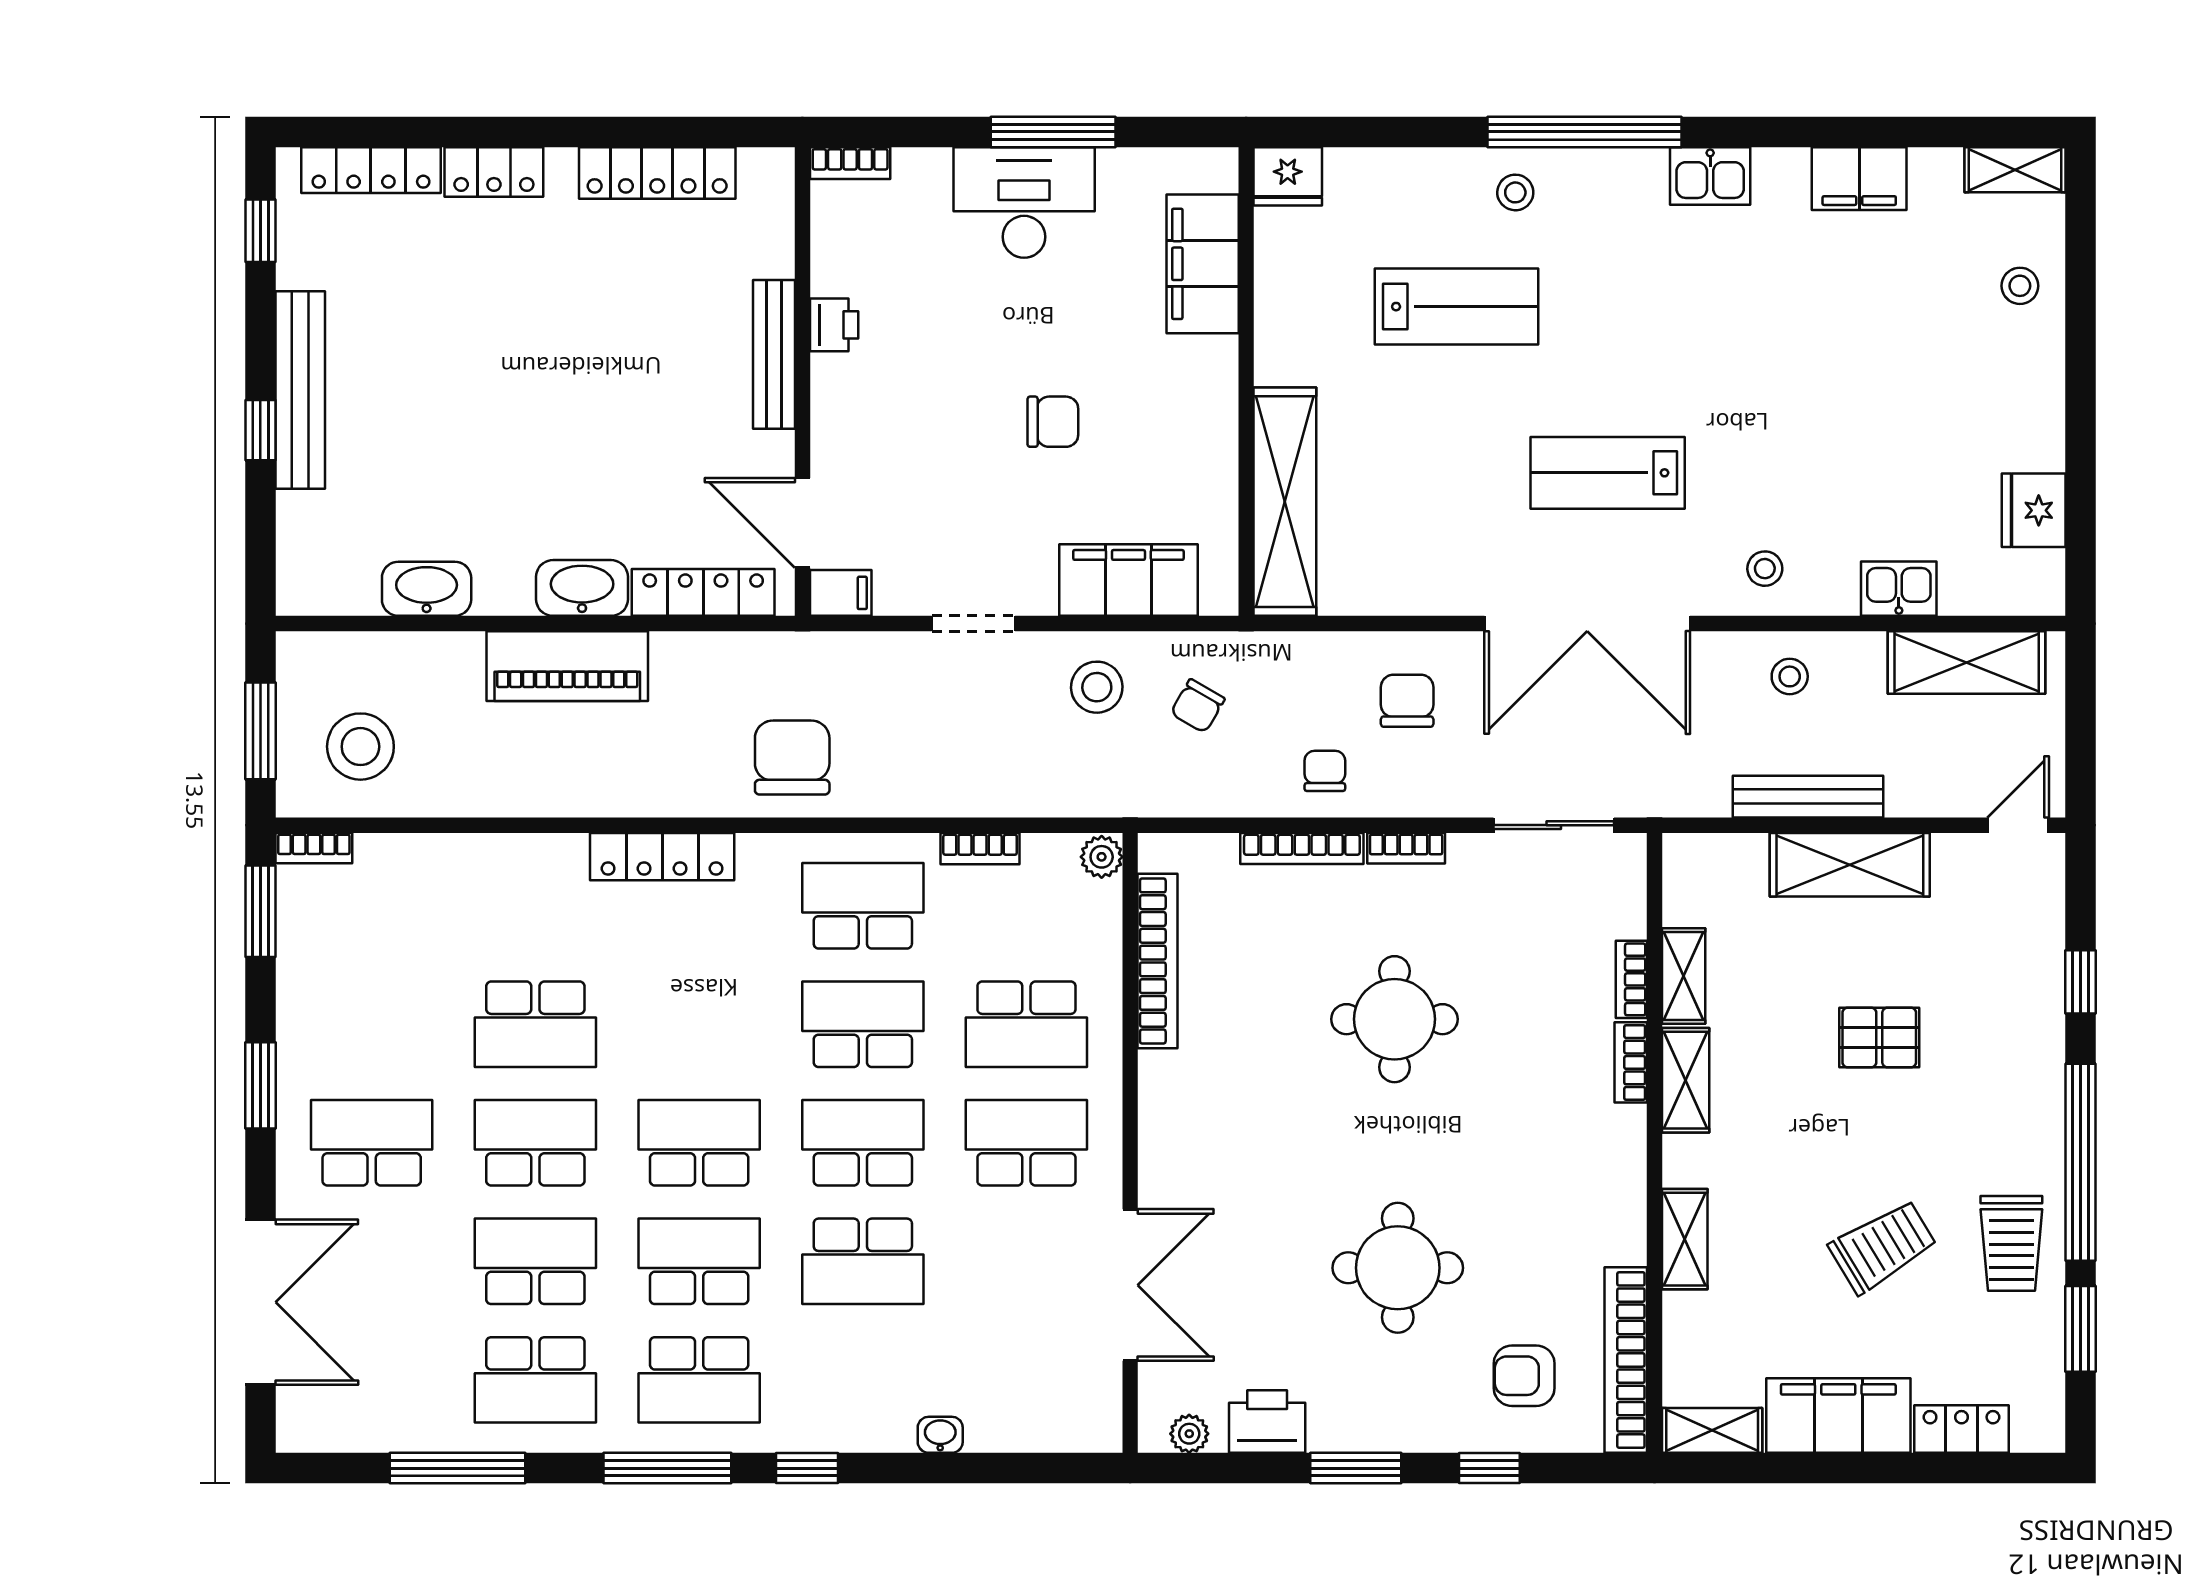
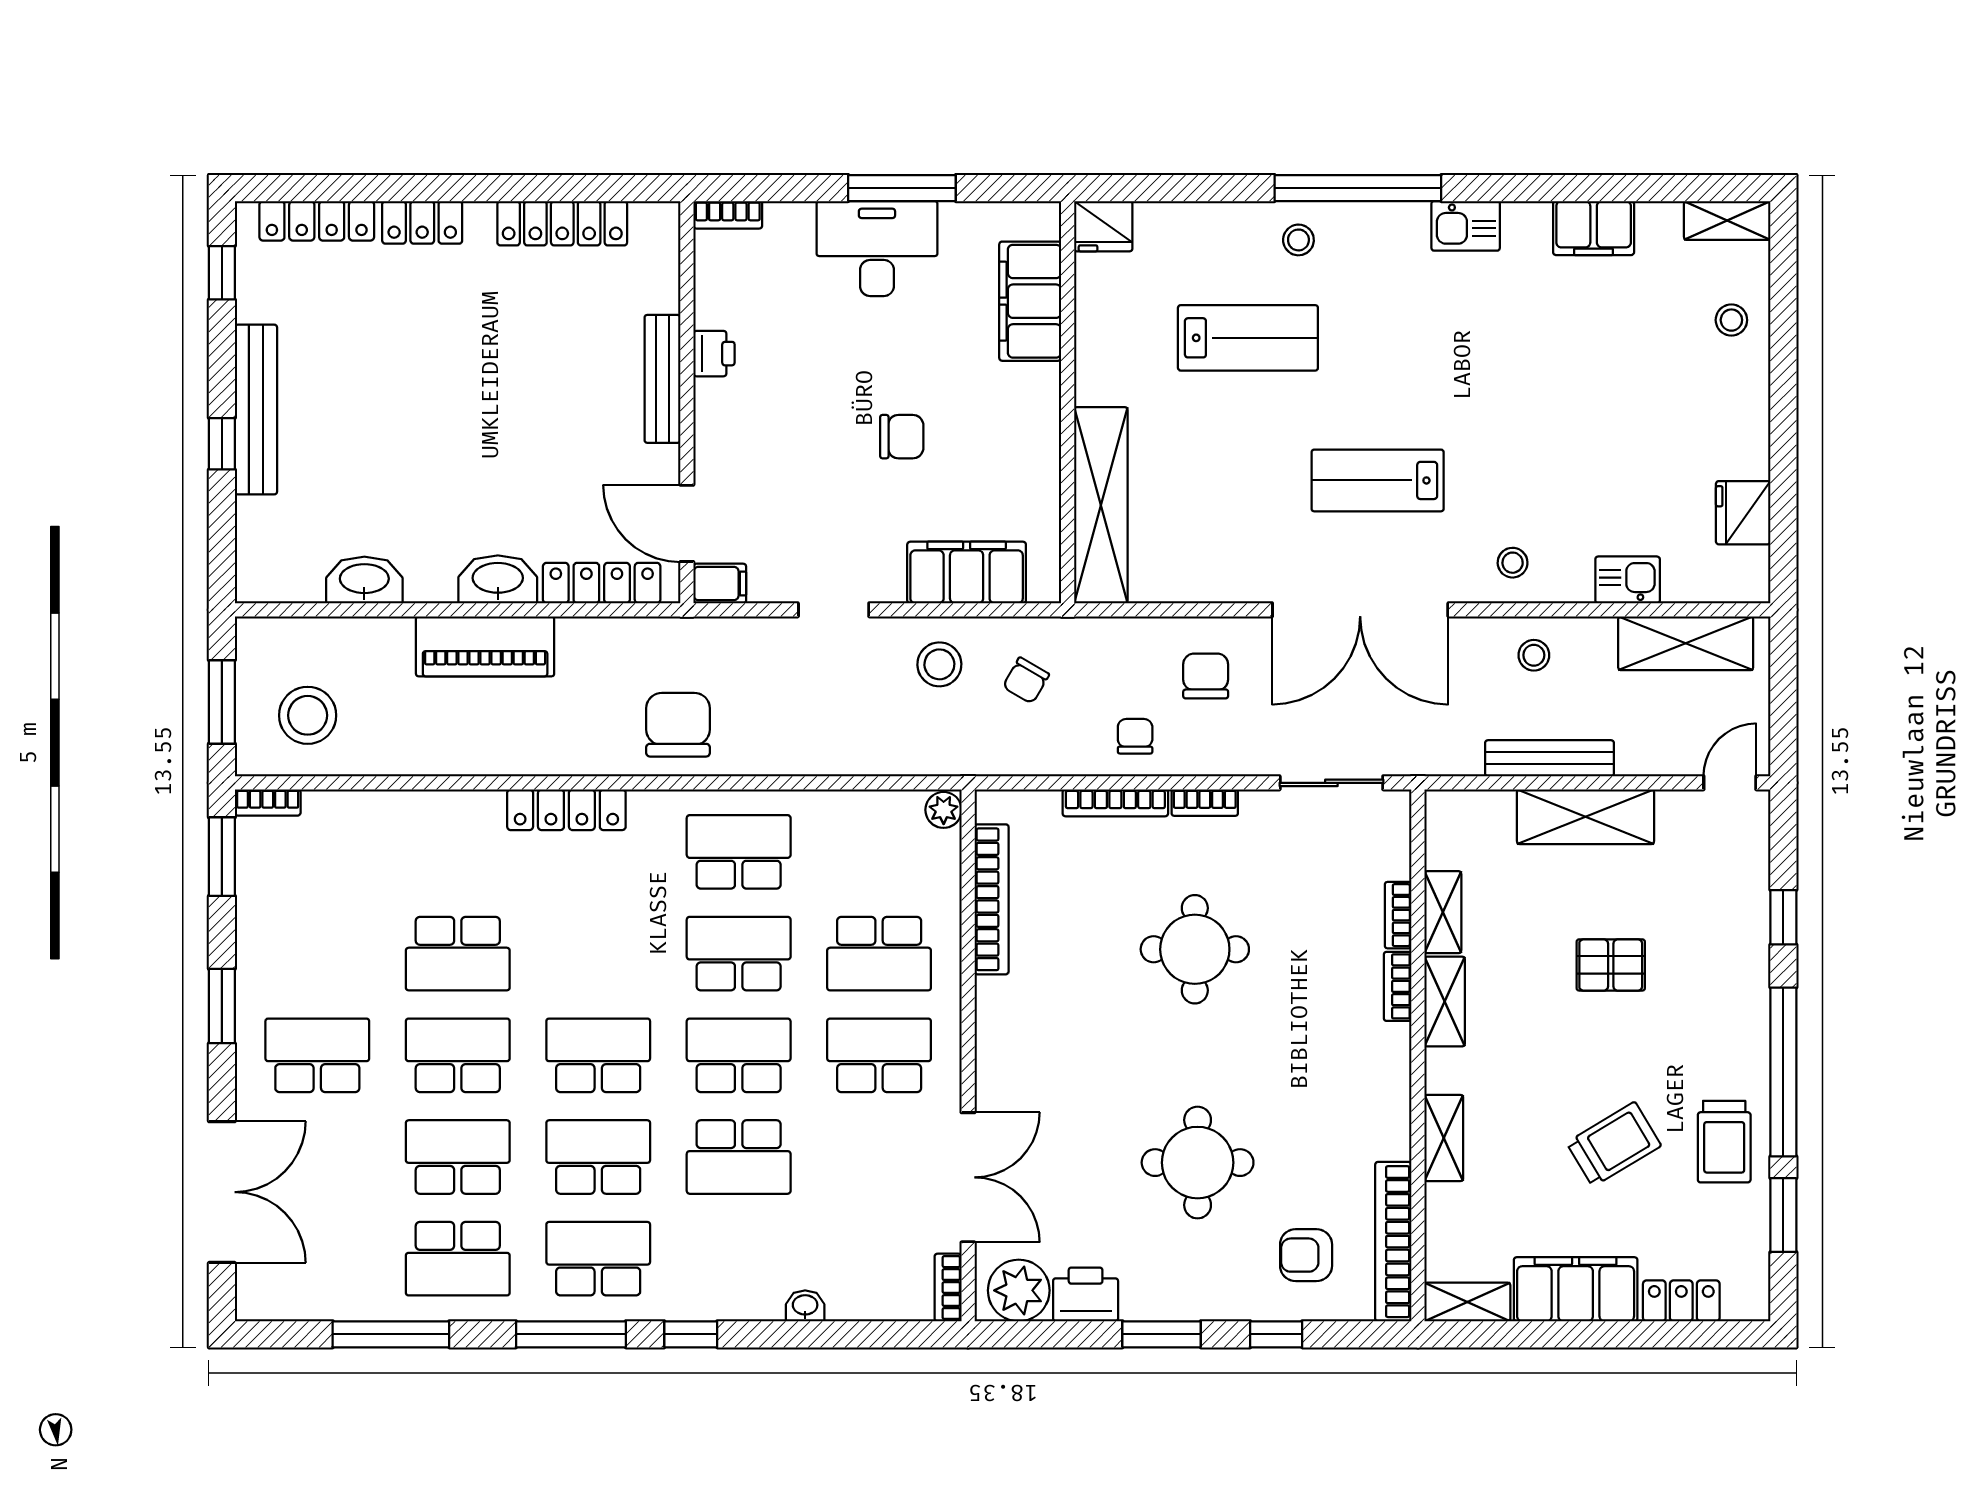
bookcase: (980, 849) -> (948, 1288), moved, turned 90
school desk: (699, 1380) -> (598, 1259), turned 180
plant: (1189, 1434) -> (1019, 1290), width x1.87, depth x1.87

